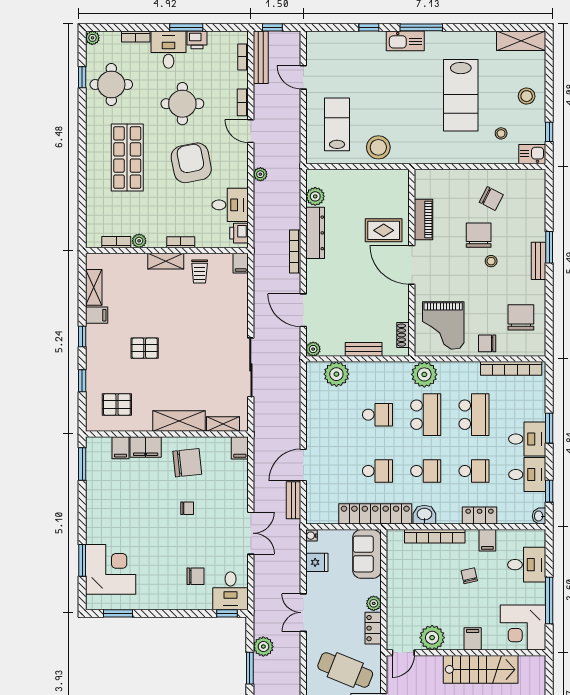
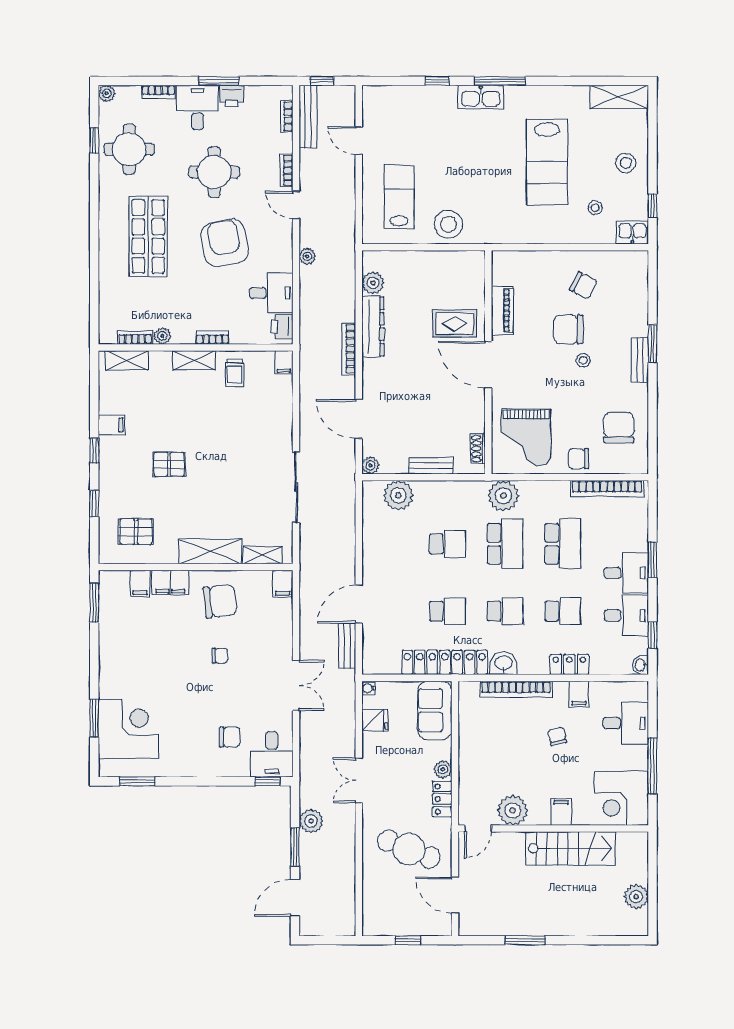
chair: (479, 235) -> (568, 329), turned -90
shelving: (94, 287) -> (127, 360), moved, turned 90

